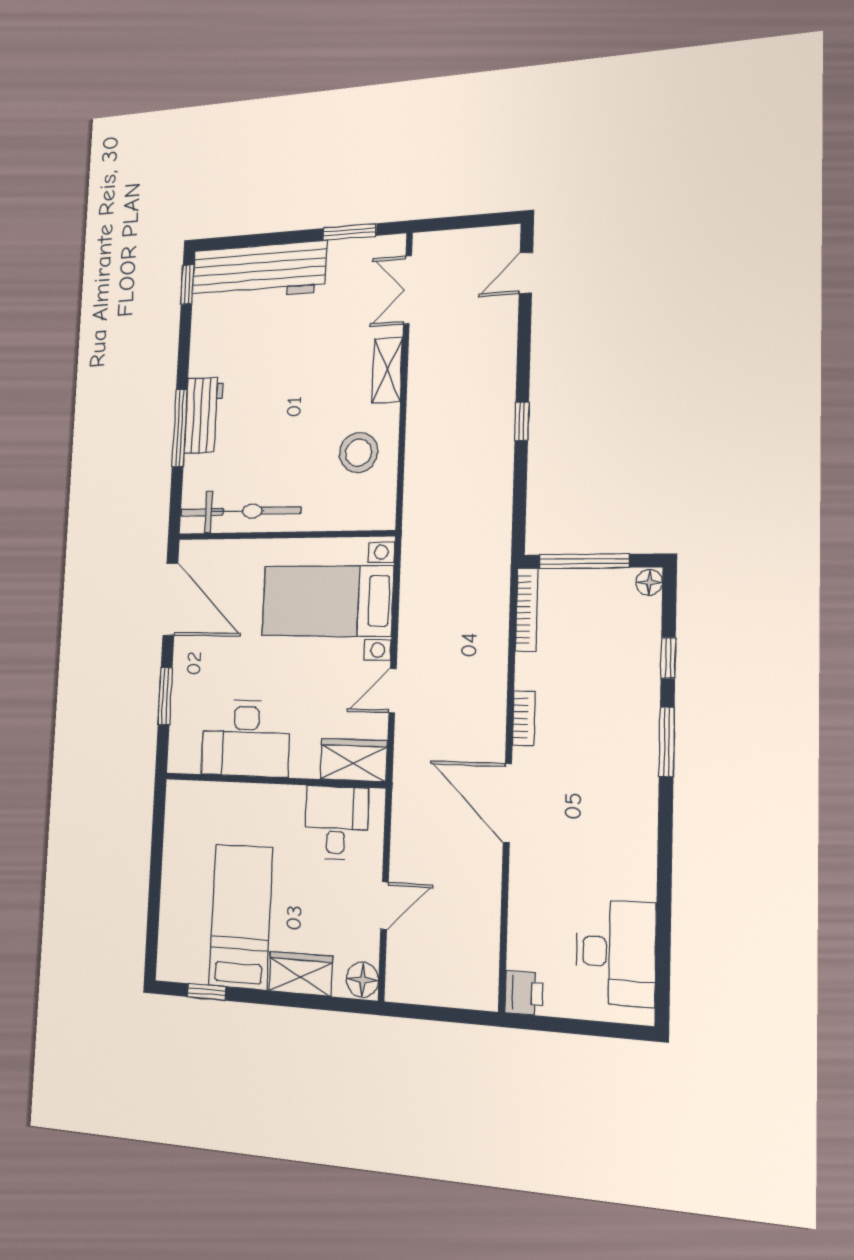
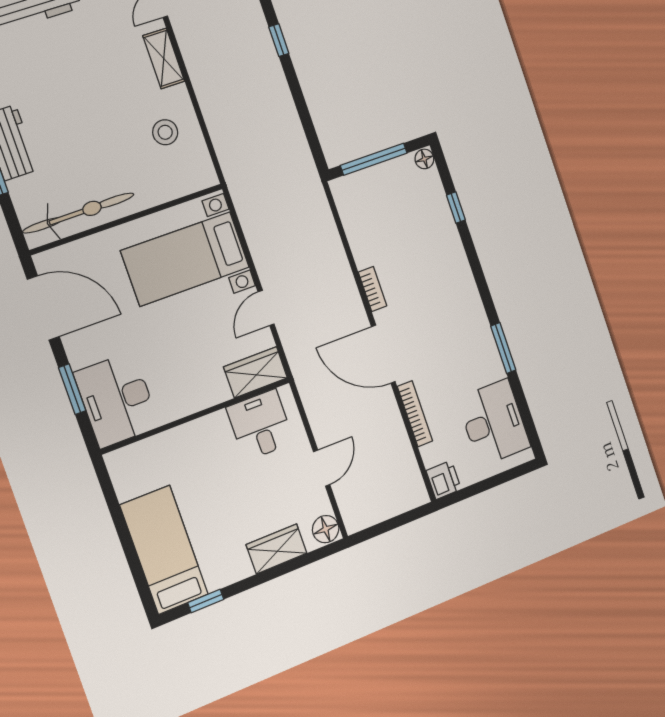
window: (522, 421) -> (279, 40), moved
stool: (359, 453) -> (165, 132), width x0.73, depth x0.73
bookcase: (527, 610) -> (415, 414), moved
desk: (246, 738) -> (117, 400), moved, turned 90
window: (667, 742) -> (503, 348), moved
bed: (241, 917) -> (164, 550), moved

